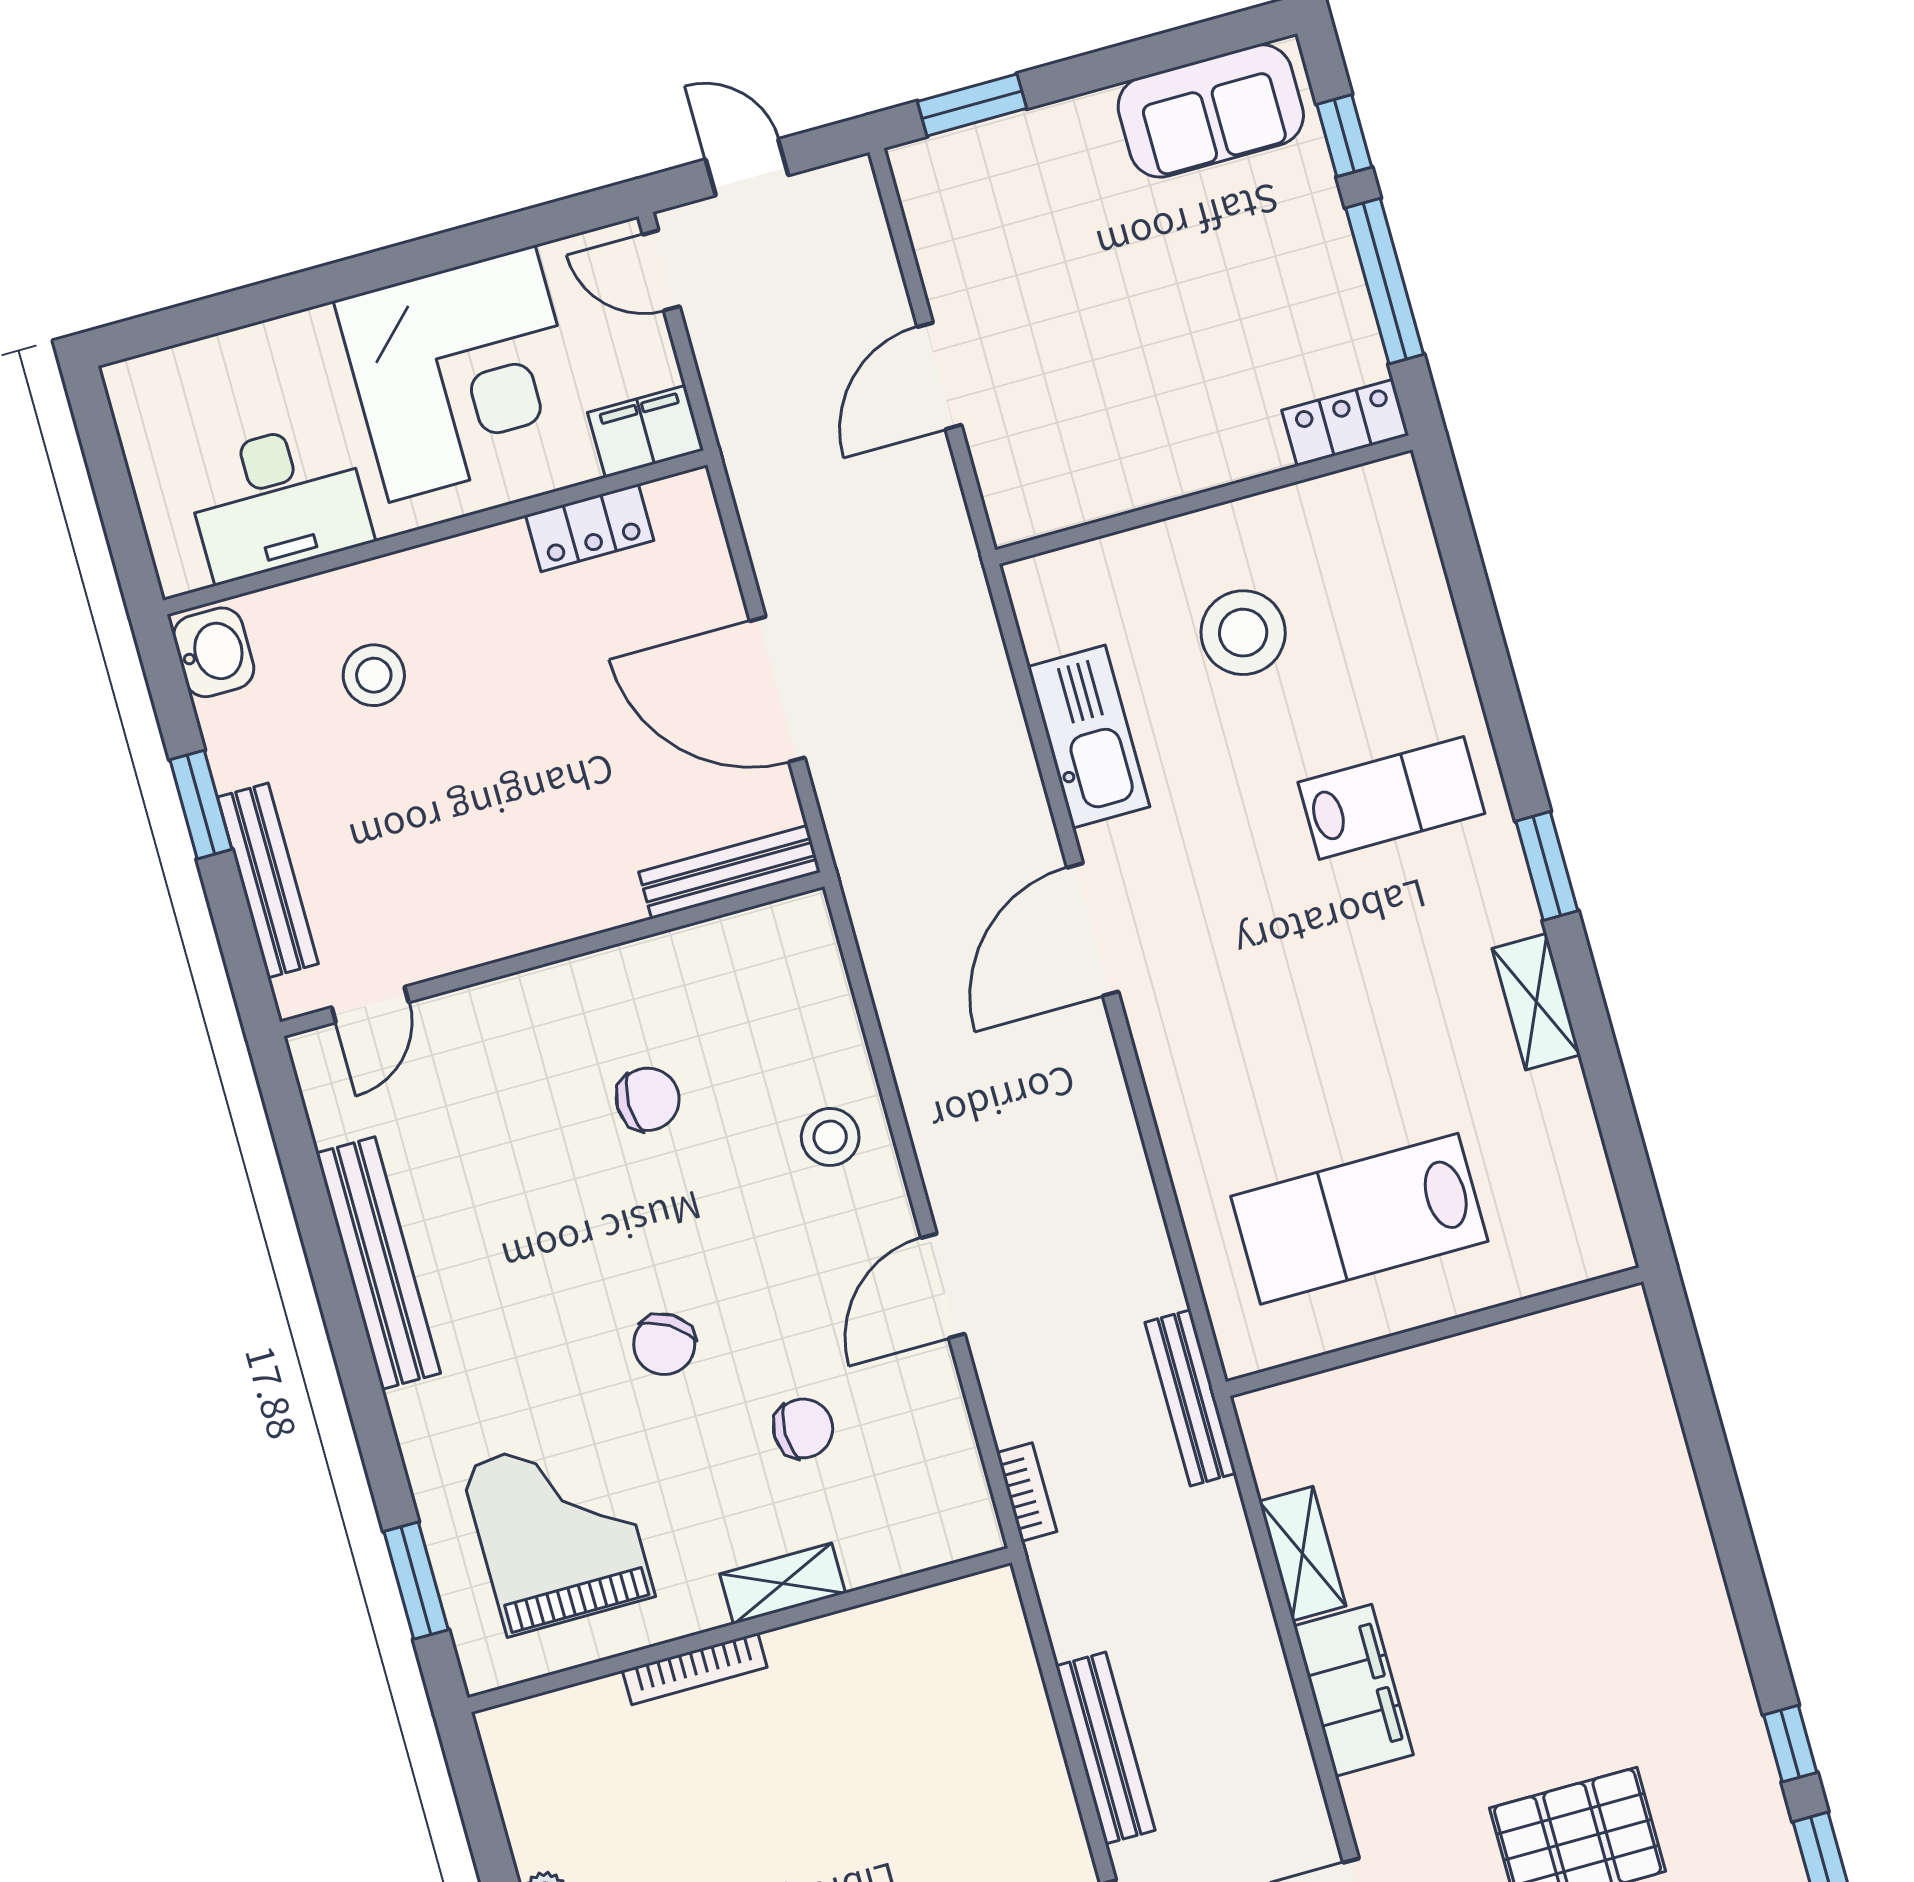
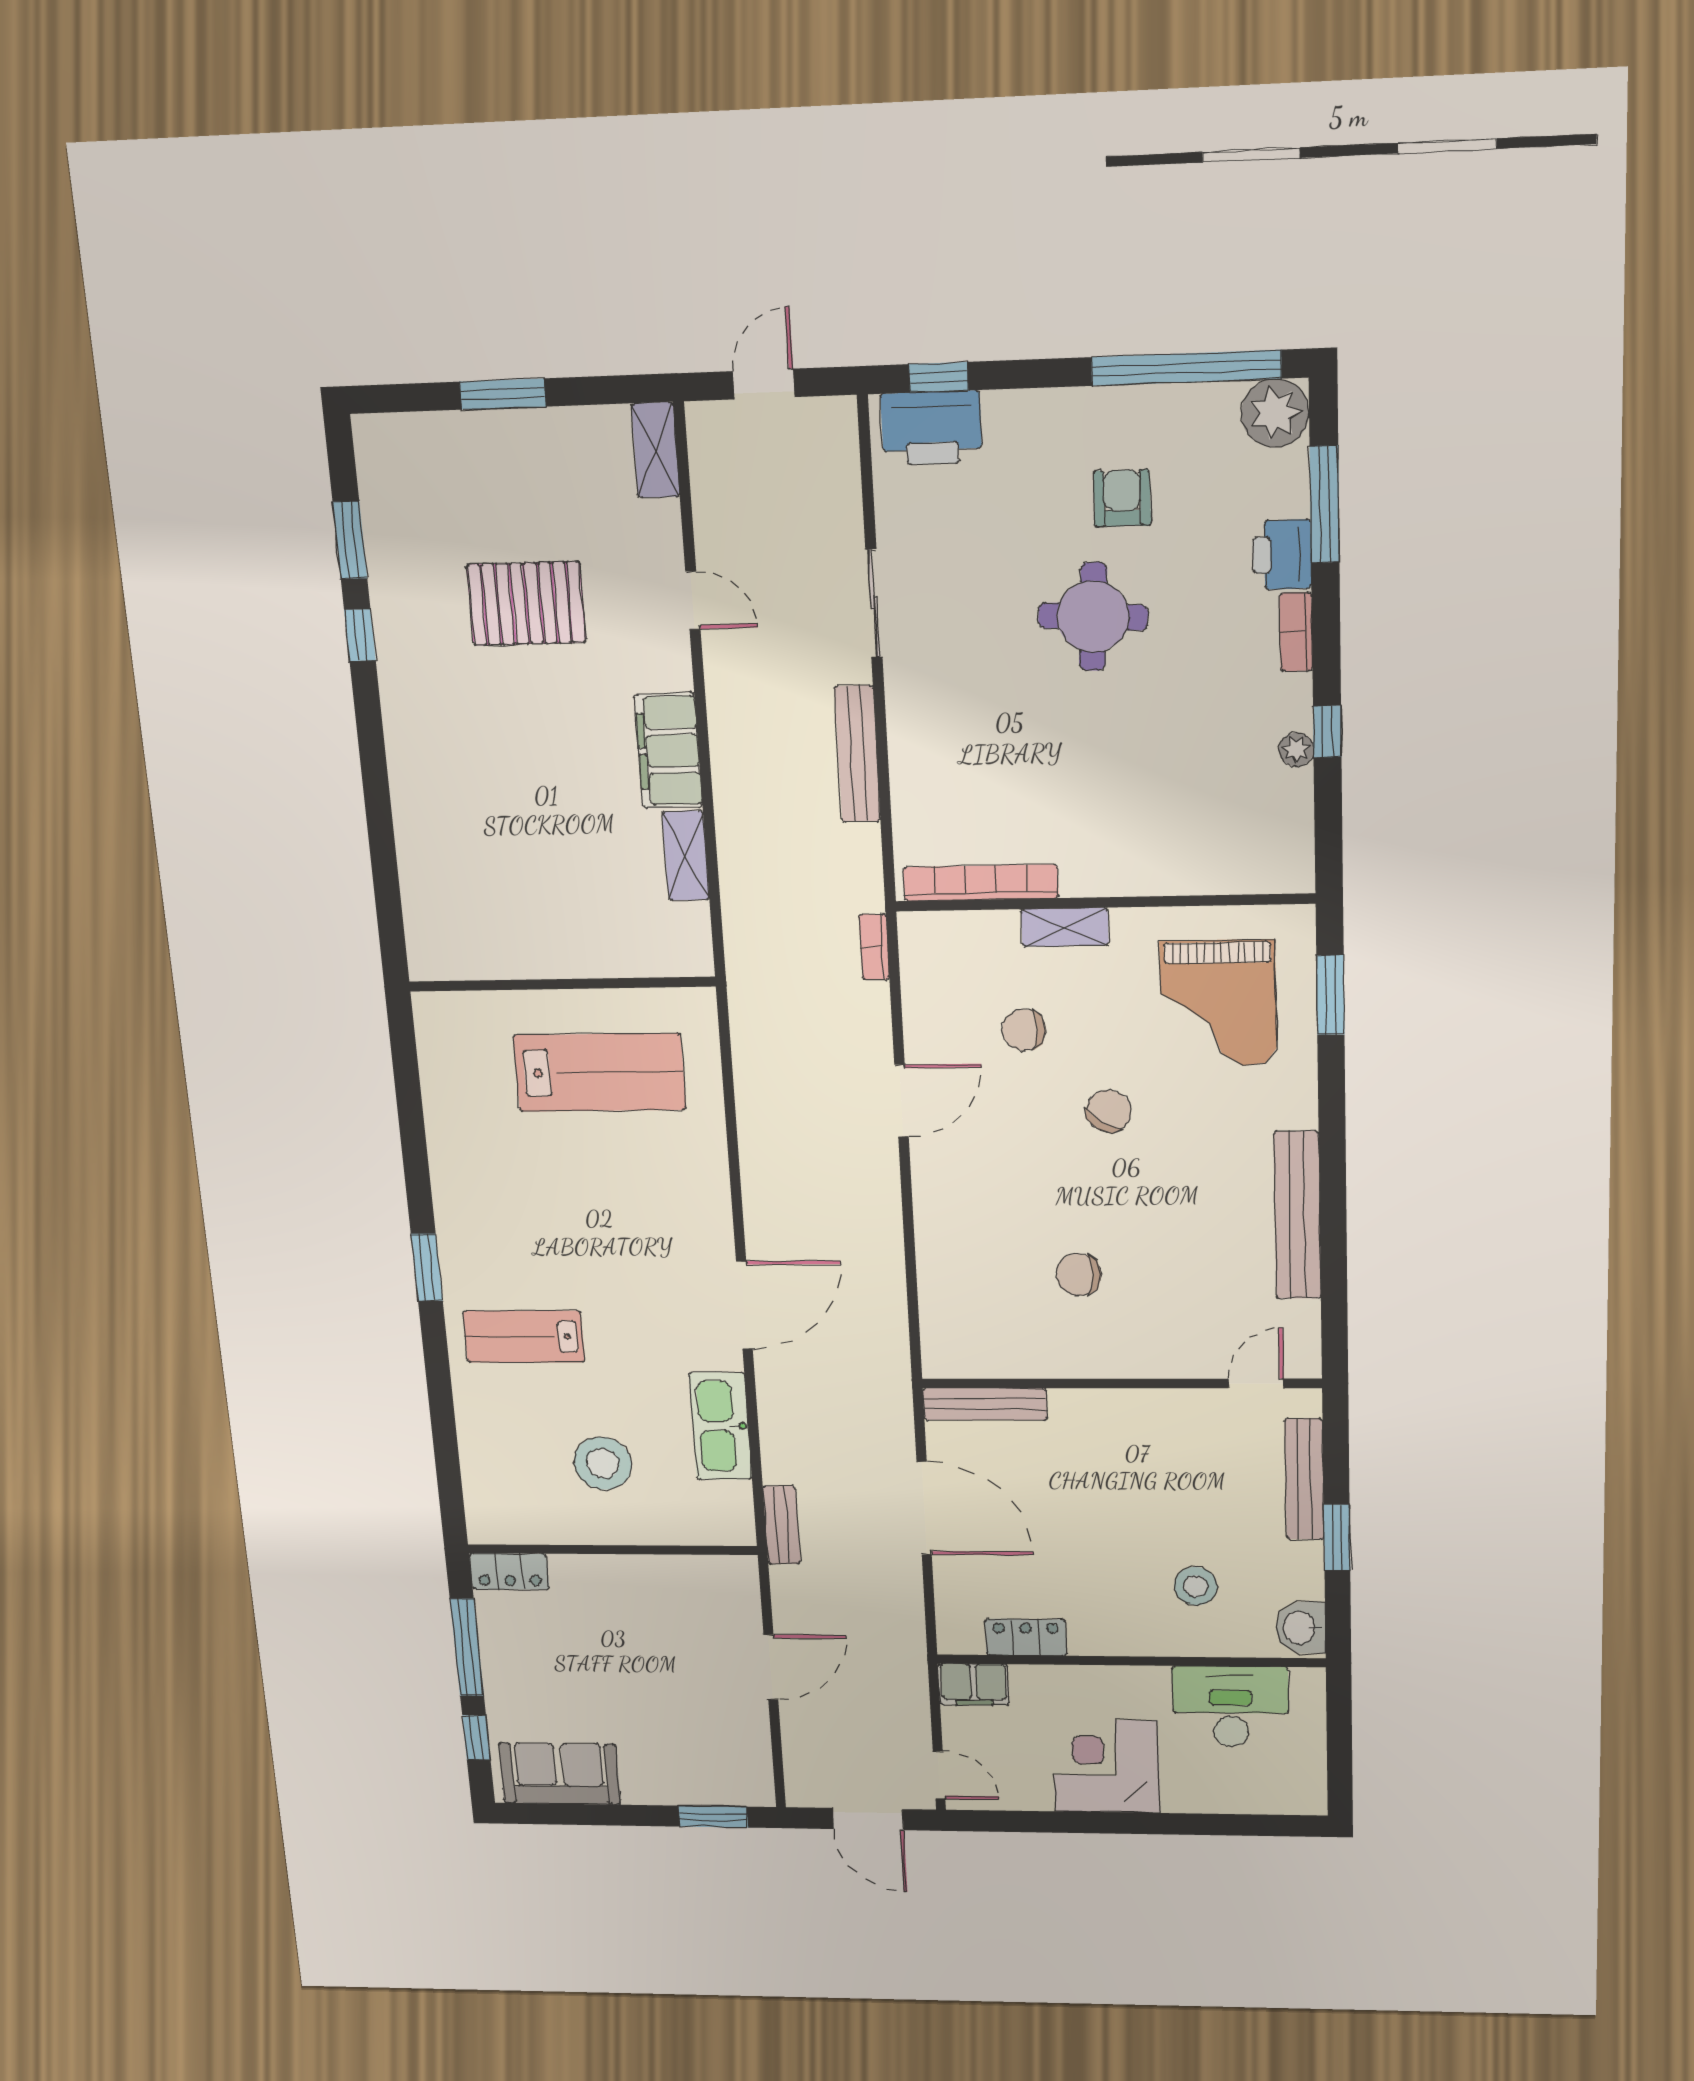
door: (747, 167) -> (868, 1819), width x1.38
corner desk: (462, 374) -> (1106, 1766), width x0.74, depth x0.74
shelving: (1536, 1002) -> (450, 1183), removed
stool: (830, 1137) -> (957, 1218), removed
bench: (1191, 1398) -> (782, 1525), moved, width x0.73
bookcase: (695, 1669) -> (981, 883), moved, width x1.48, depth x1.31

